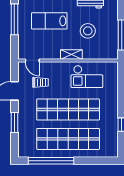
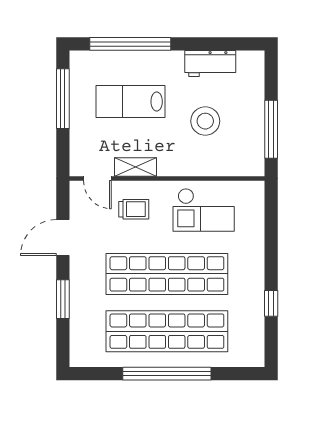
shelving: (71, 54) -> (135, 167), moved
trolley: (40, 82) -> (134, 209), moved
window: (51, 161) -> (167, 374), moved

